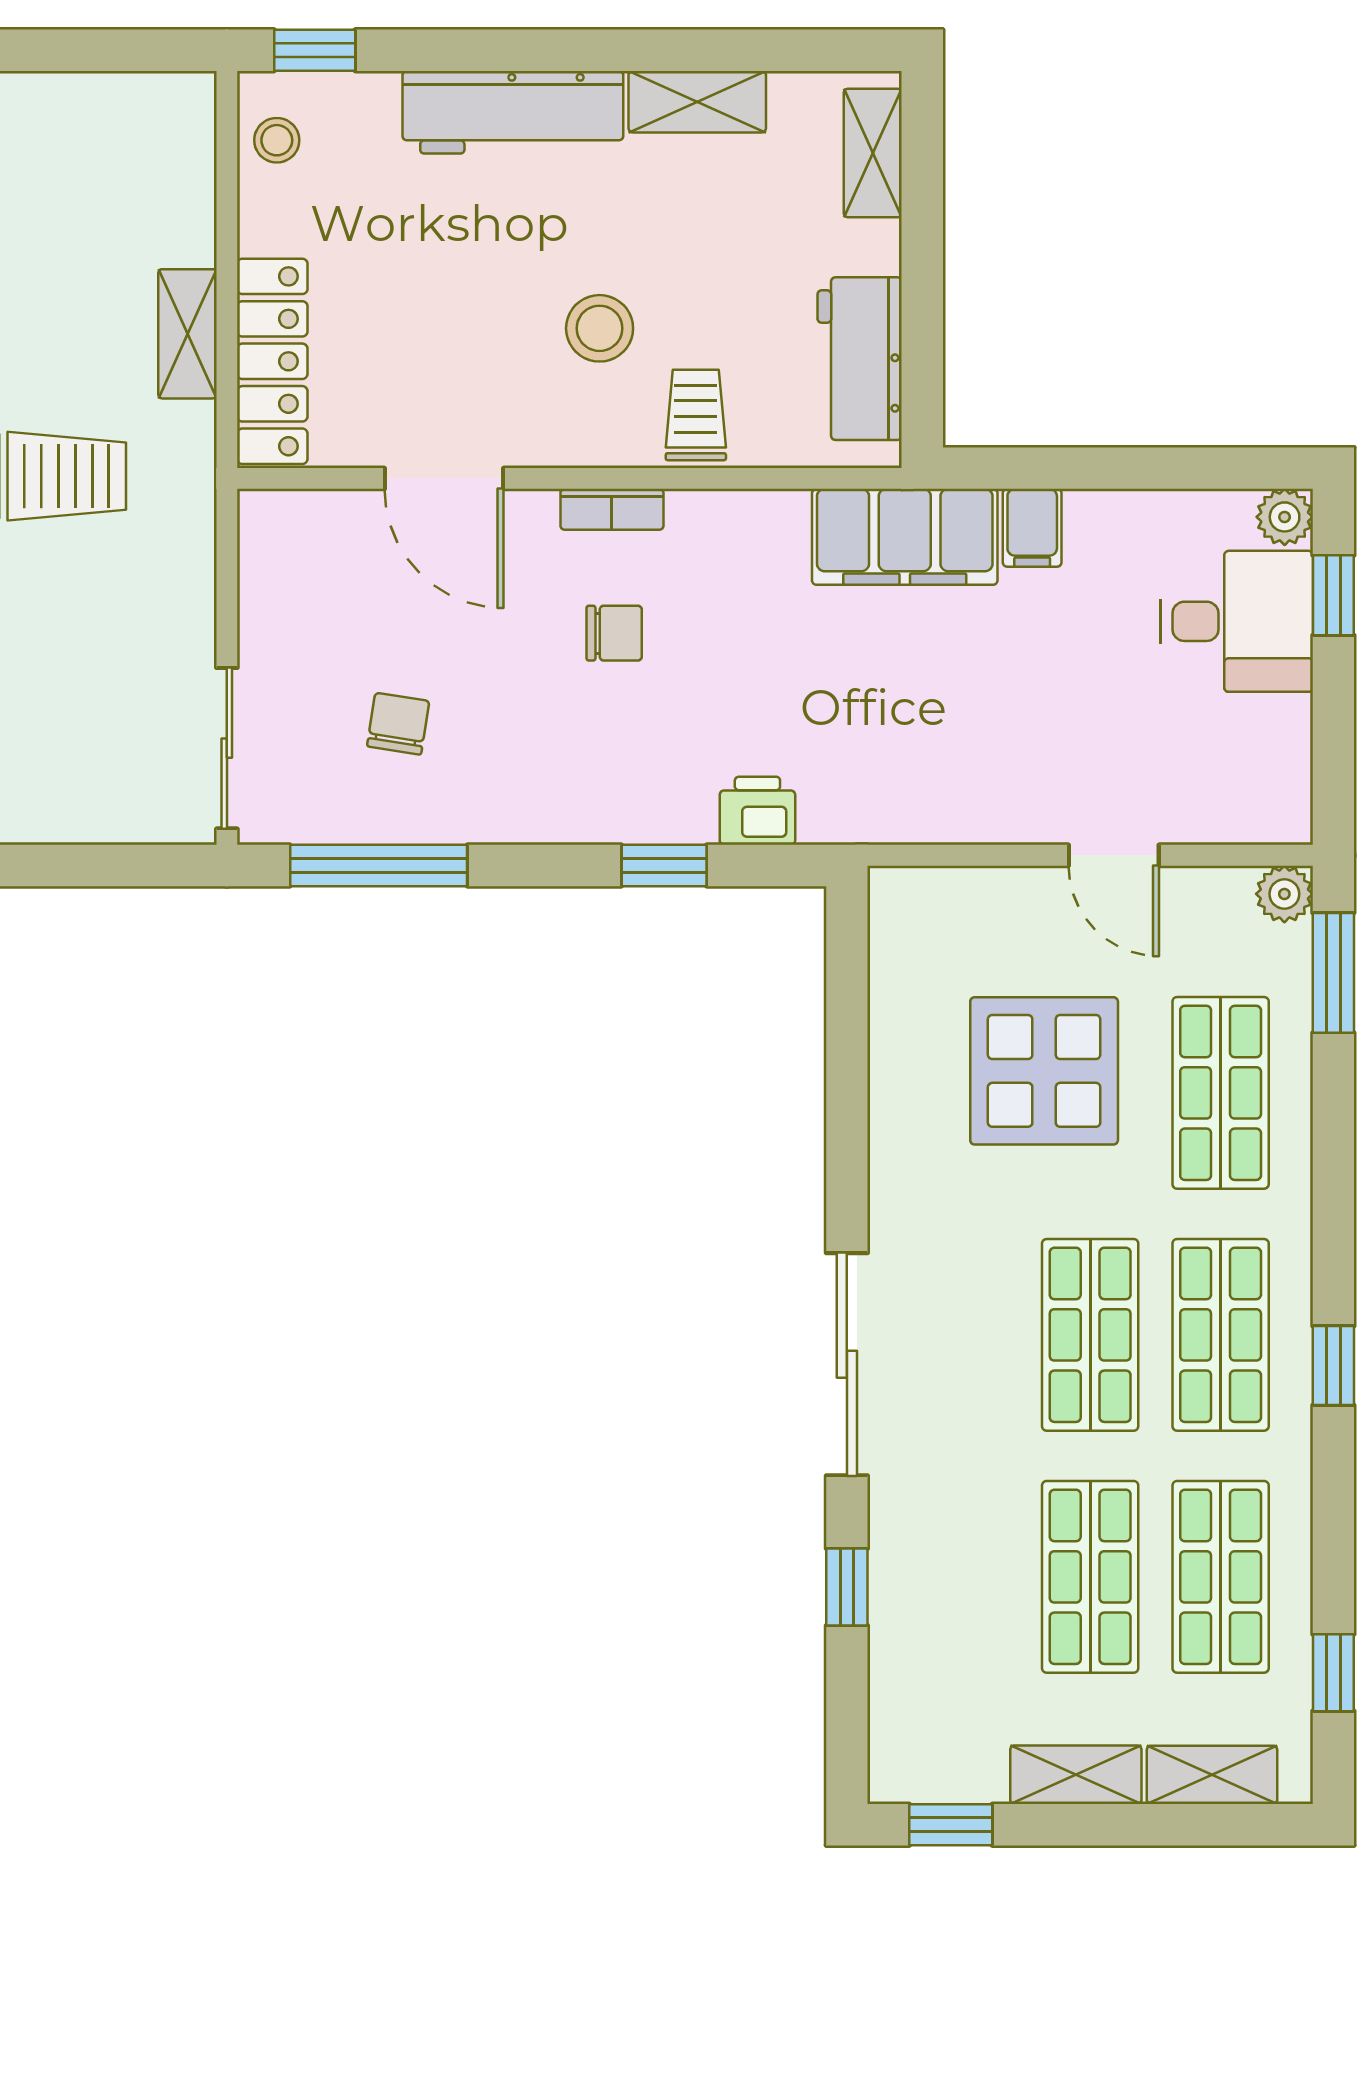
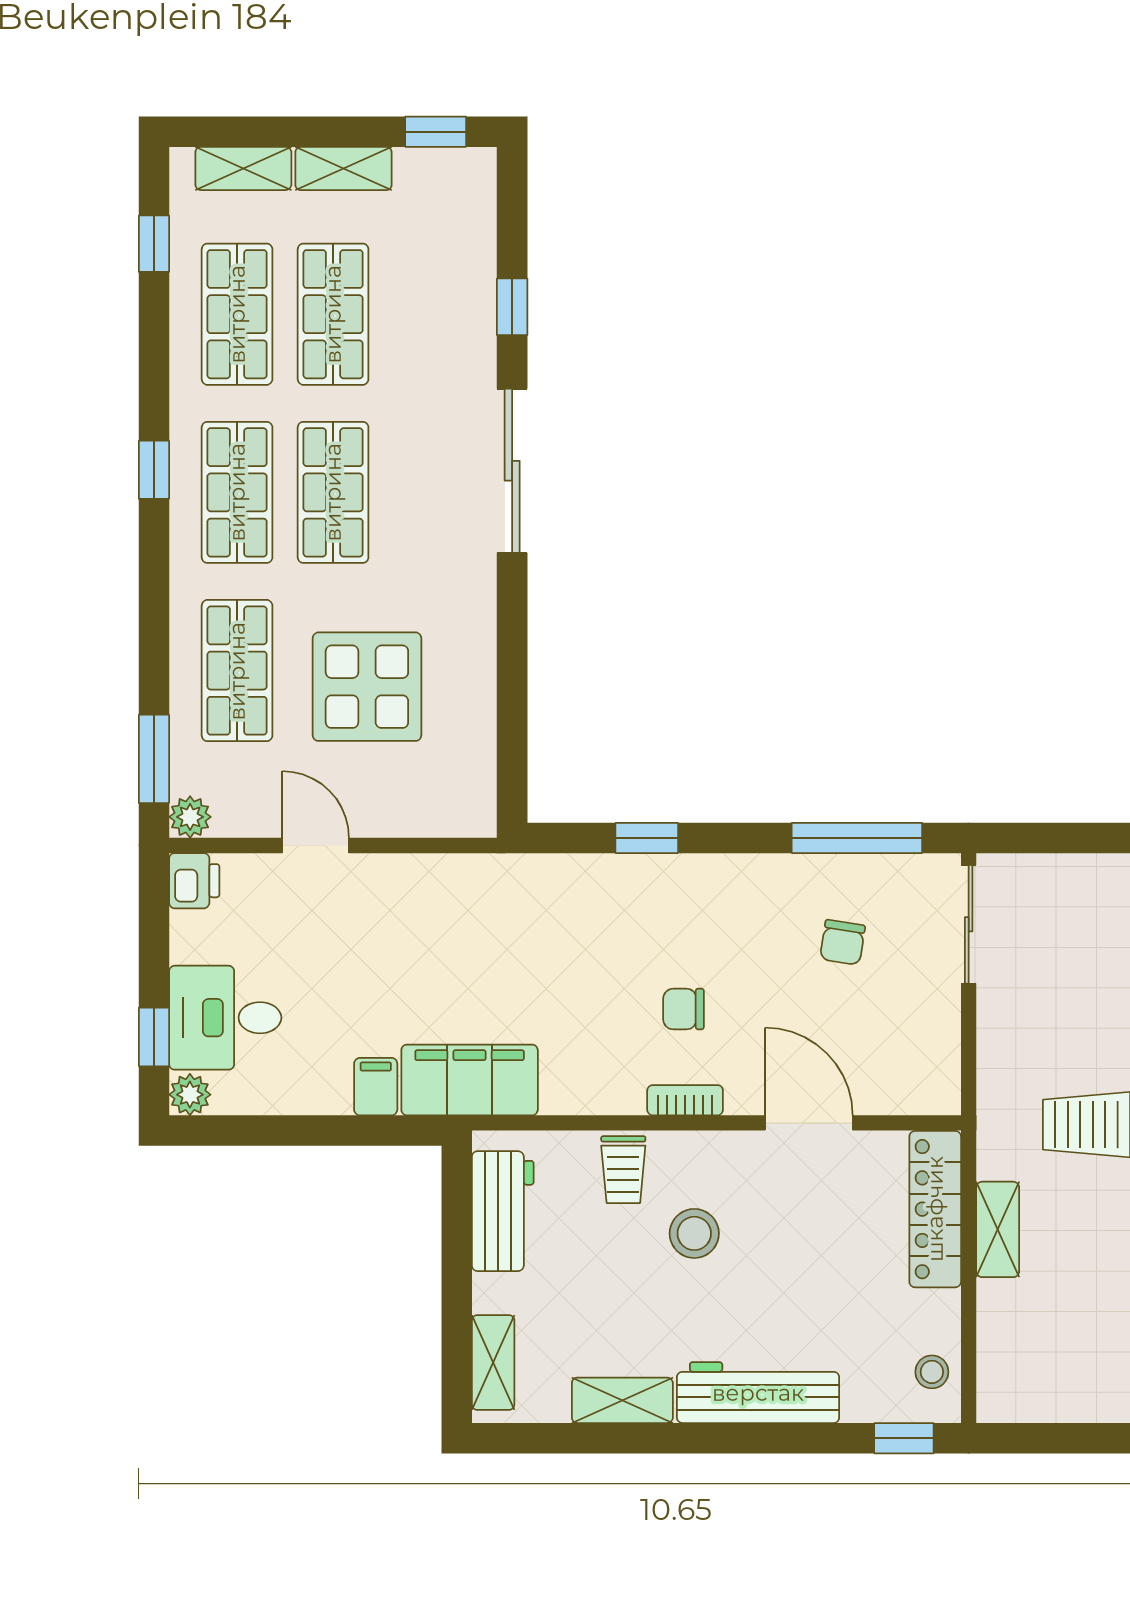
printer: (757, 811) -> (194, 881), moved, turned -90

